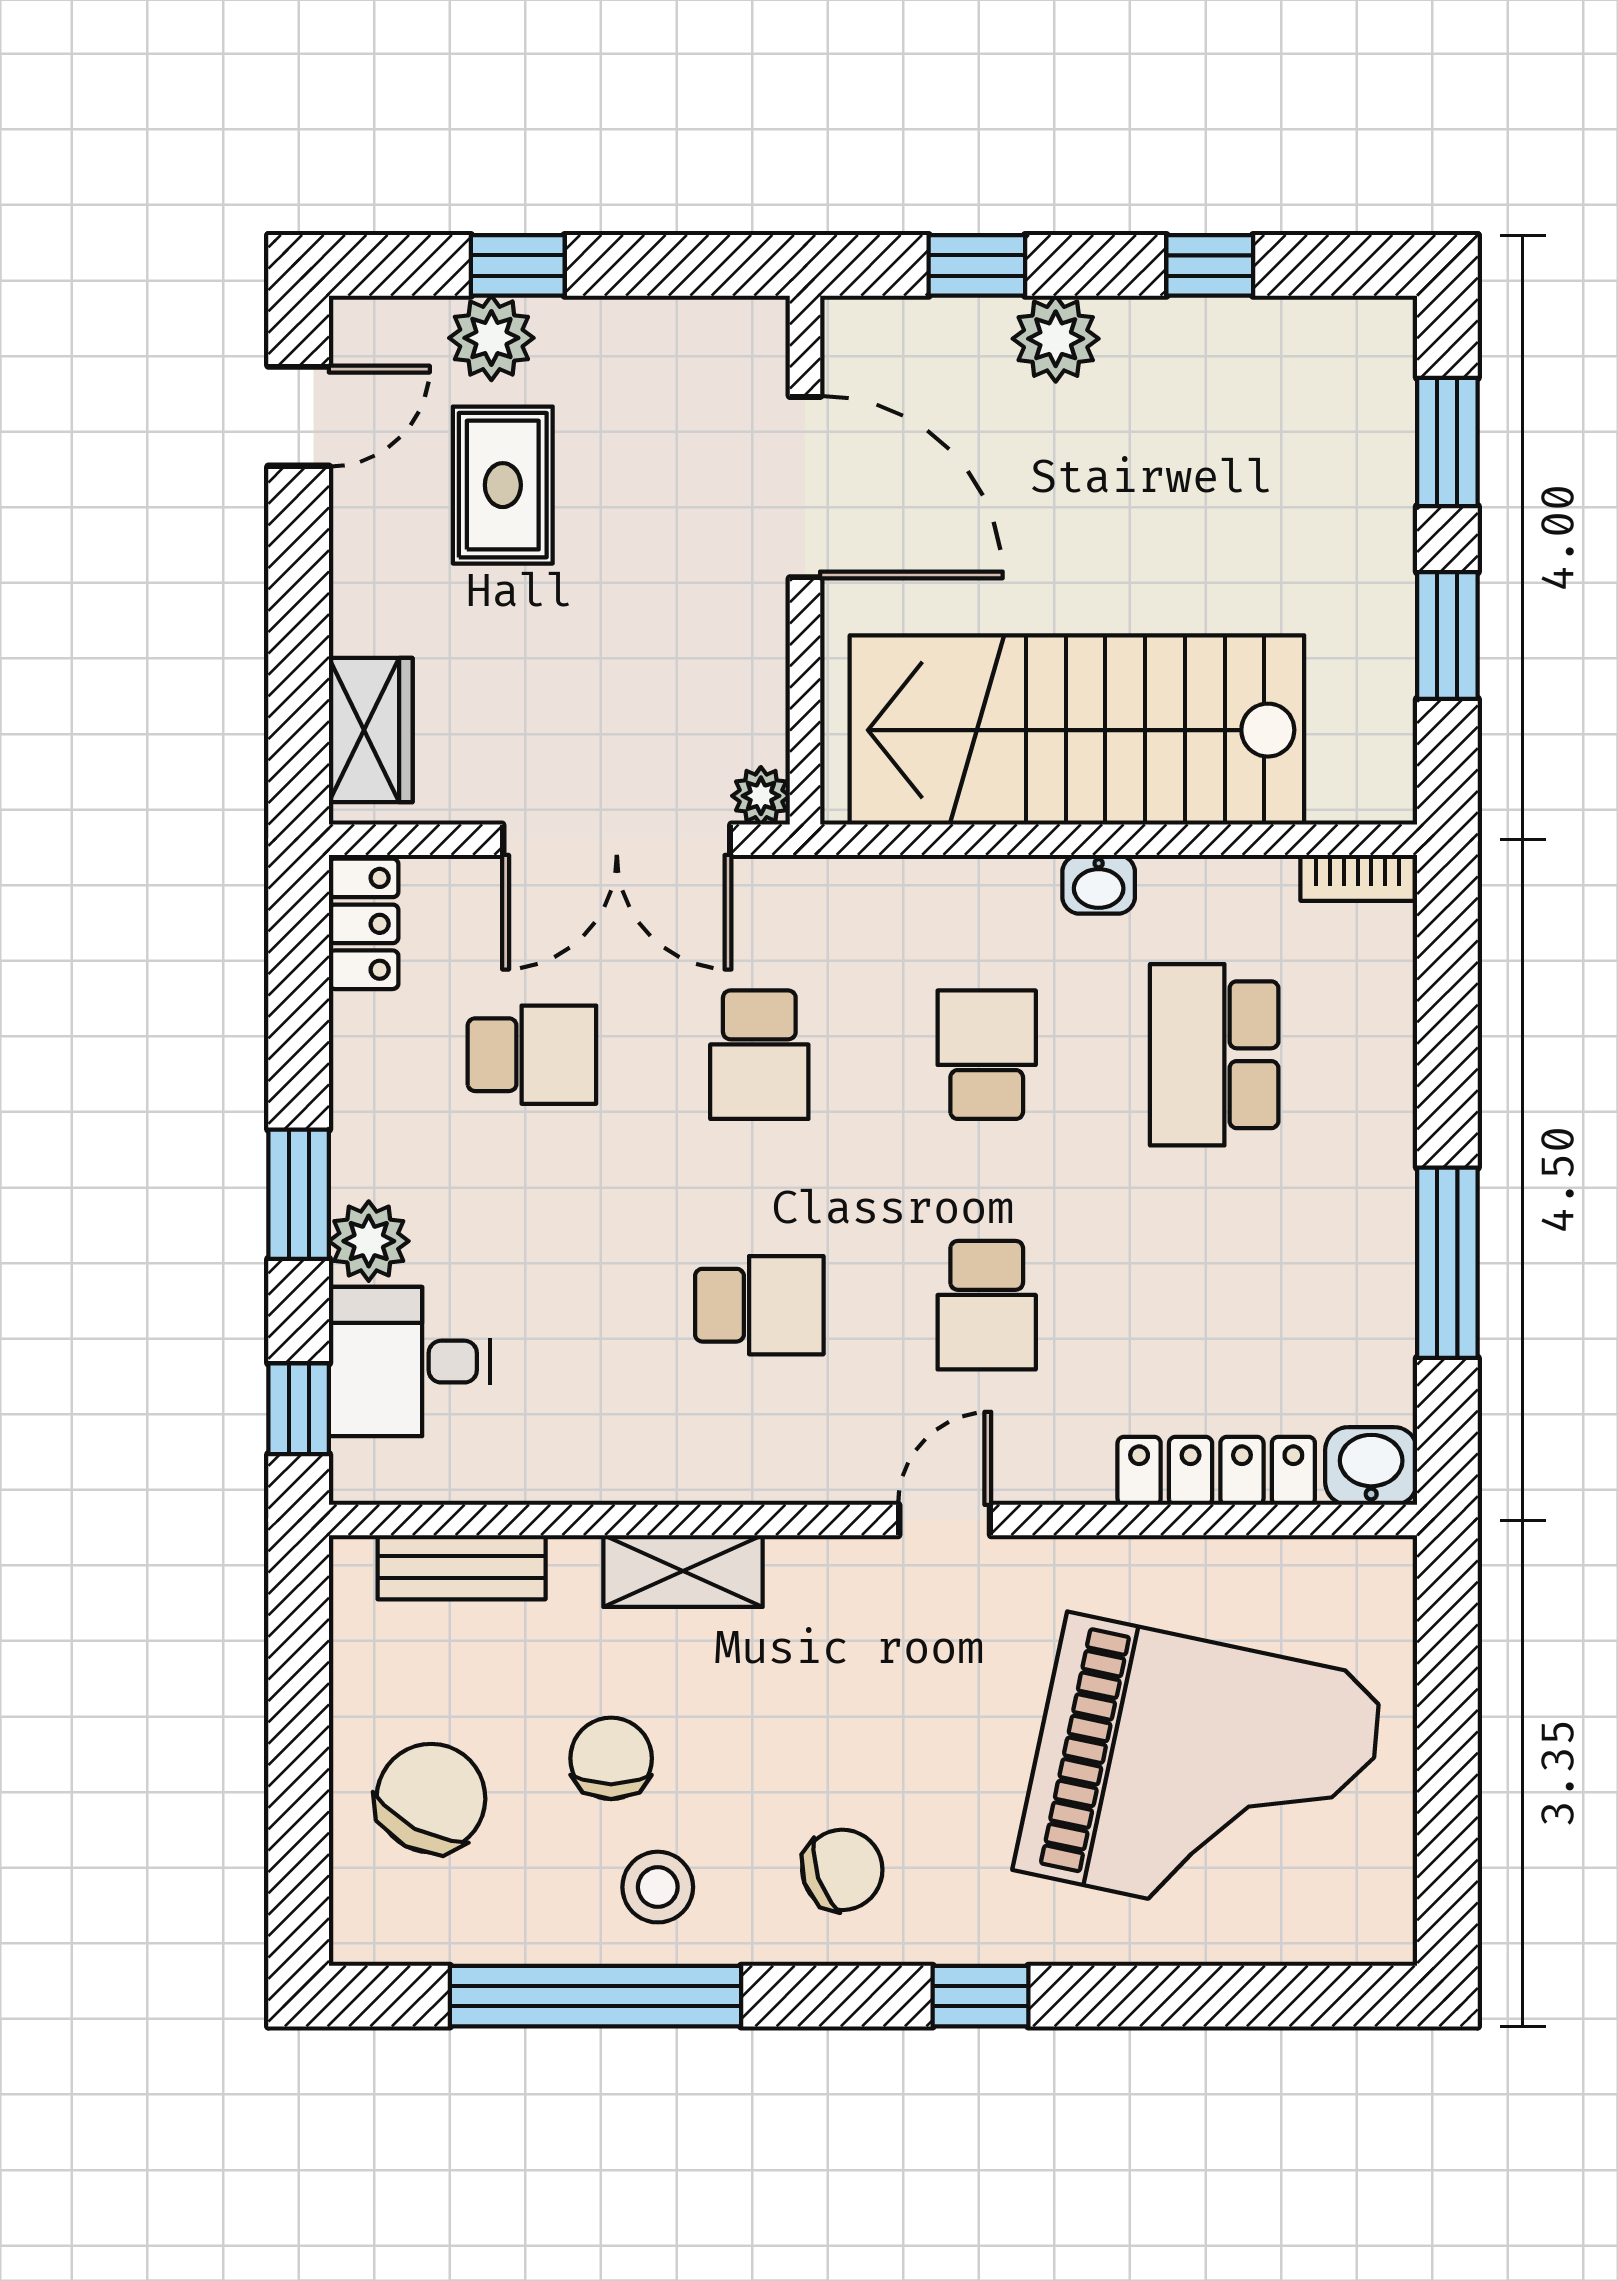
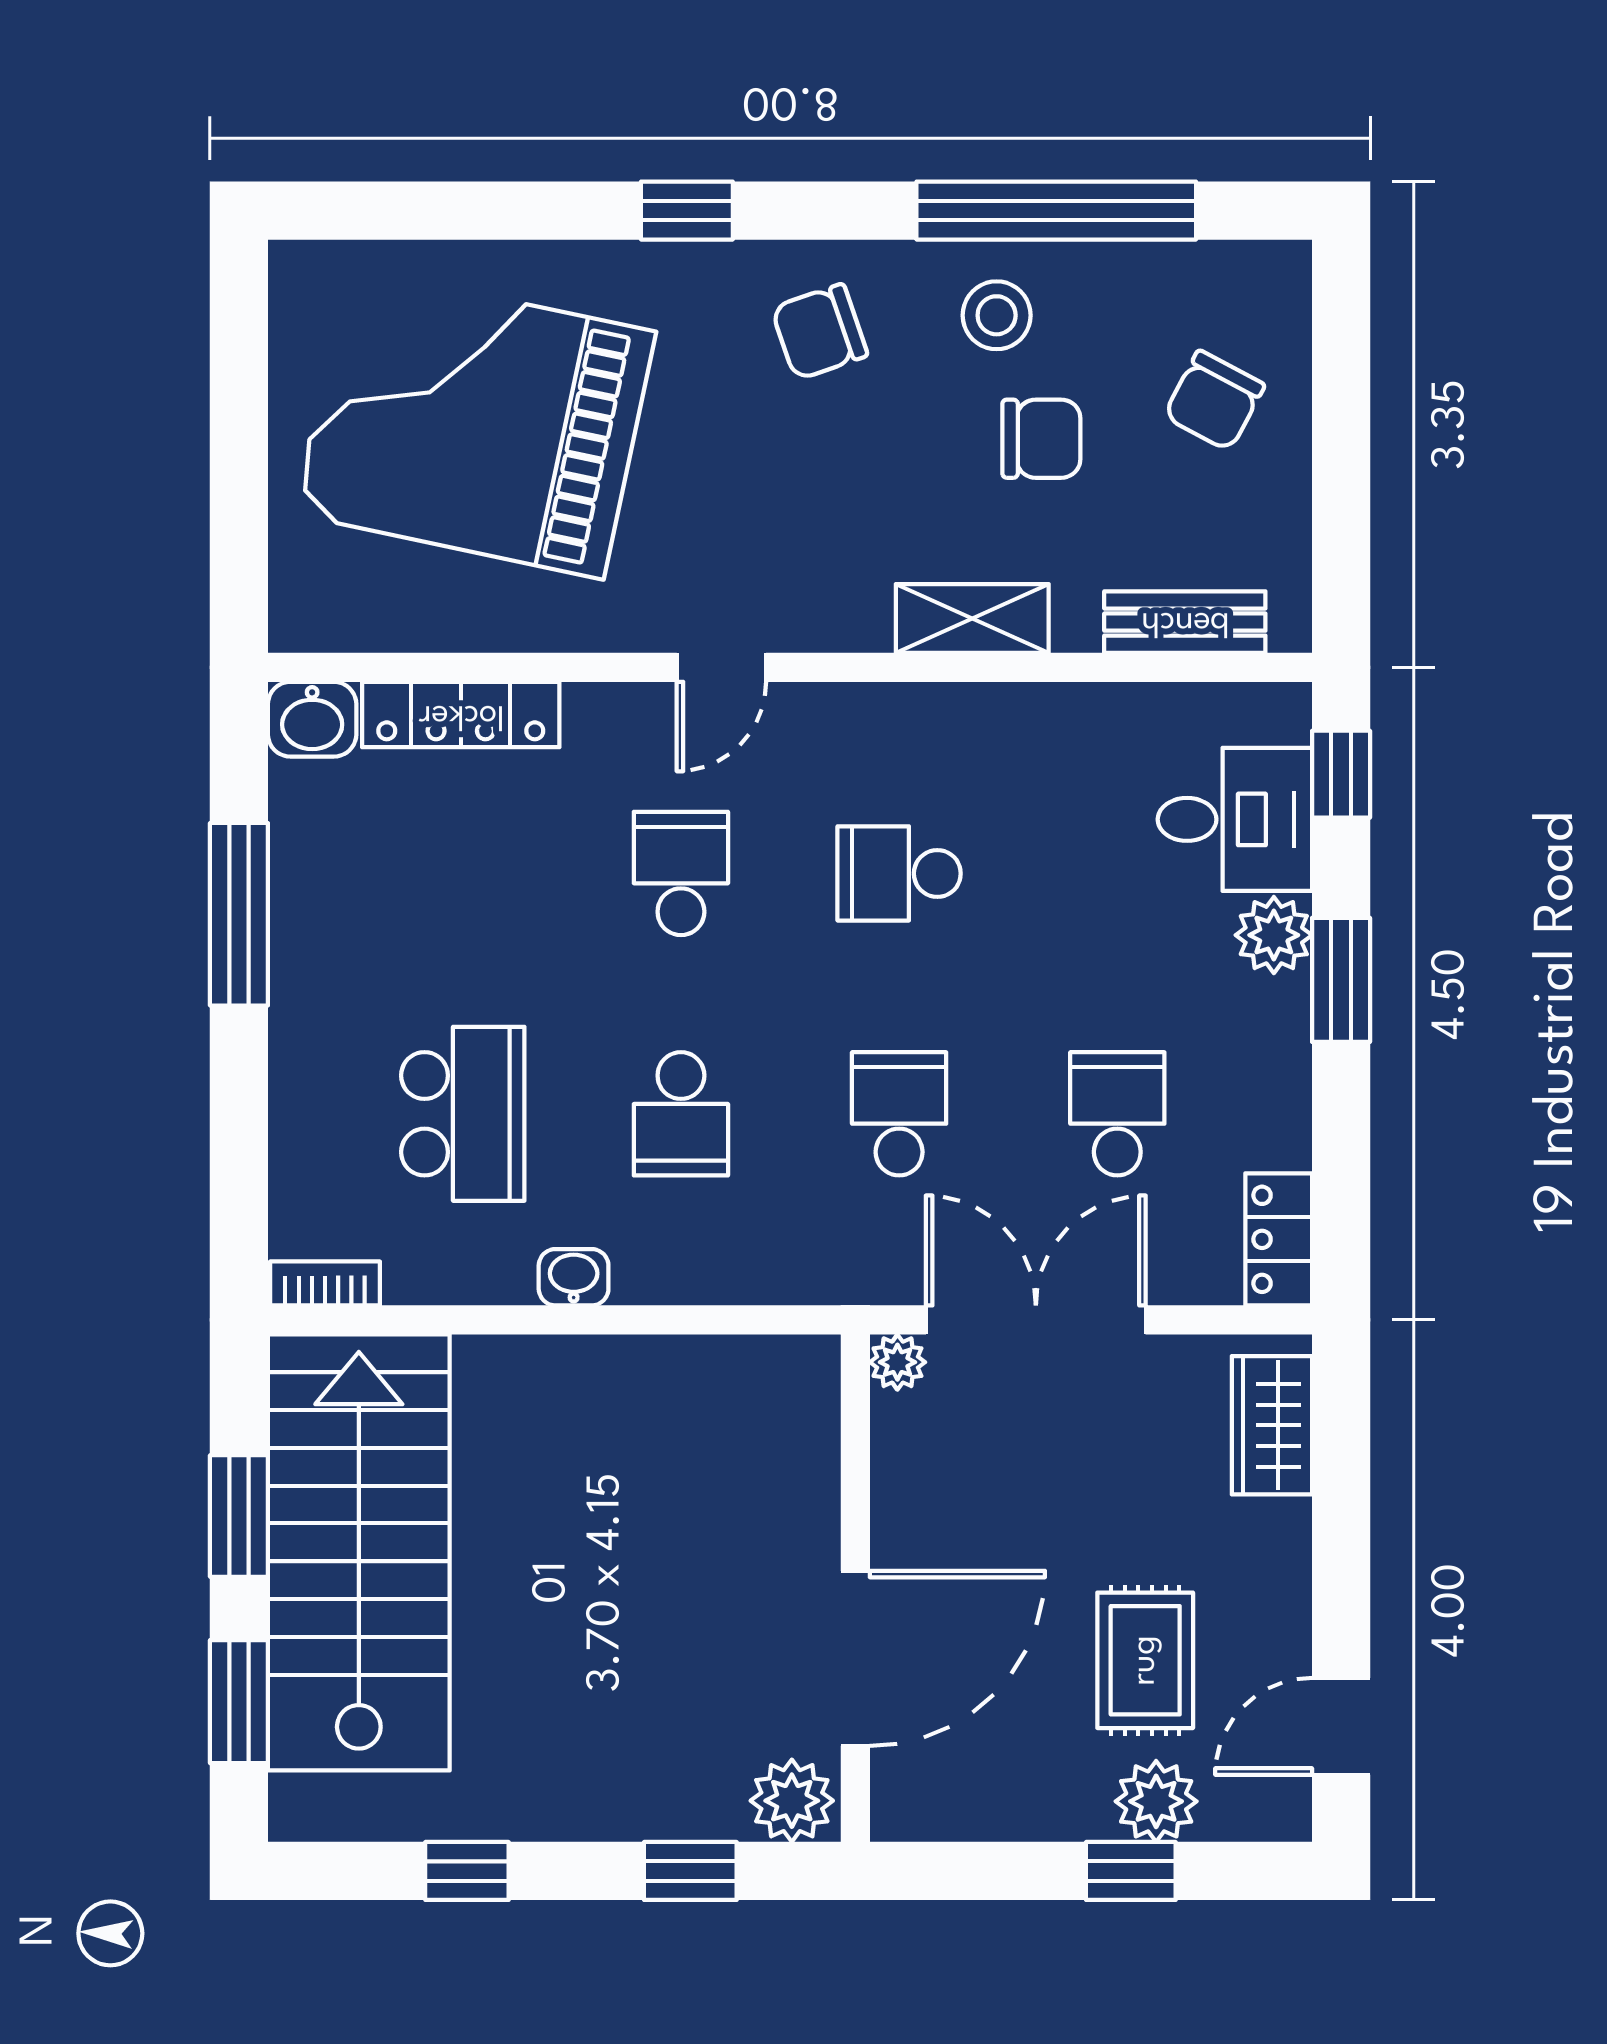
plant: (1056, 339) -> (792, 1801), moved
door: (805, 487) -> (855, 1658), swing flipped
stairs: (1077, 730) -> (359, 1552), moved, turned -90
school desk: (532, 1055) -> (1117, 1114), turned 90
chair: (611, 1758) -> (1041, 439), turned -90
chair: (431, 1798) -> (1214, 401), width x0.73, depth x0.73

